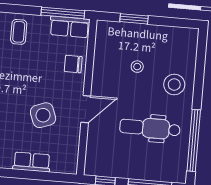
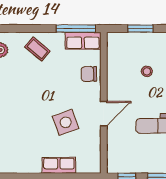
coffee table: (19, 32) -> (37, 49), turned -50

